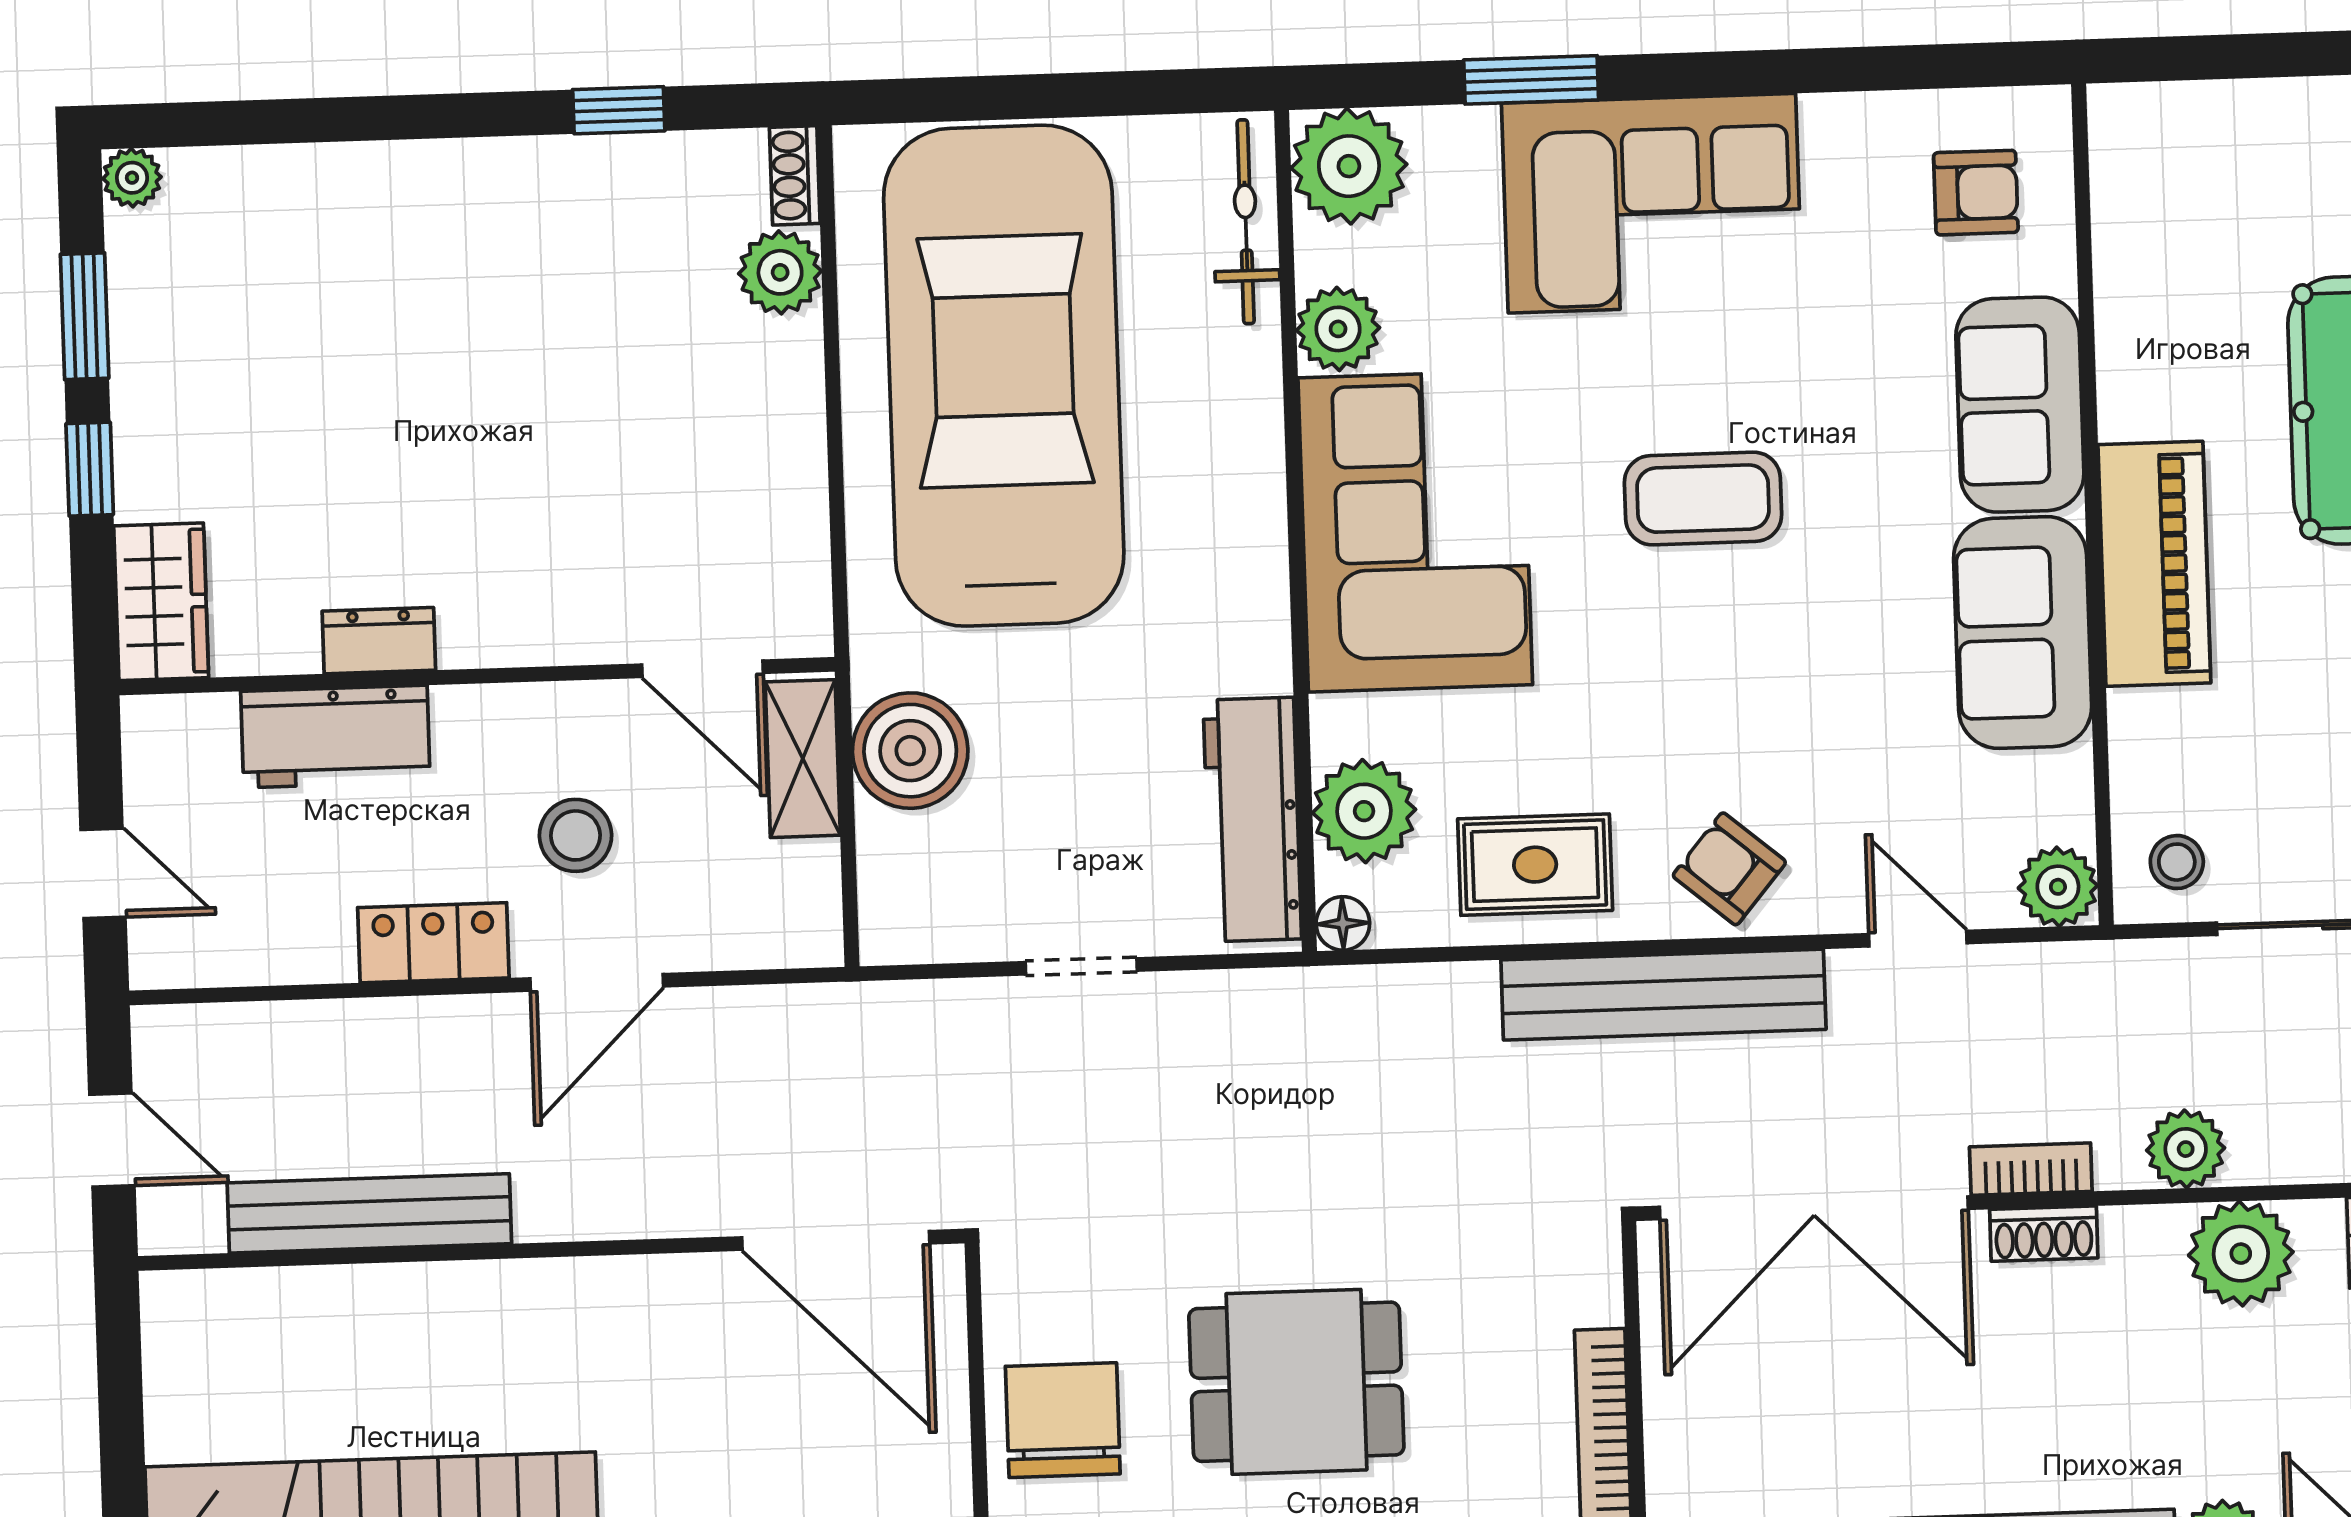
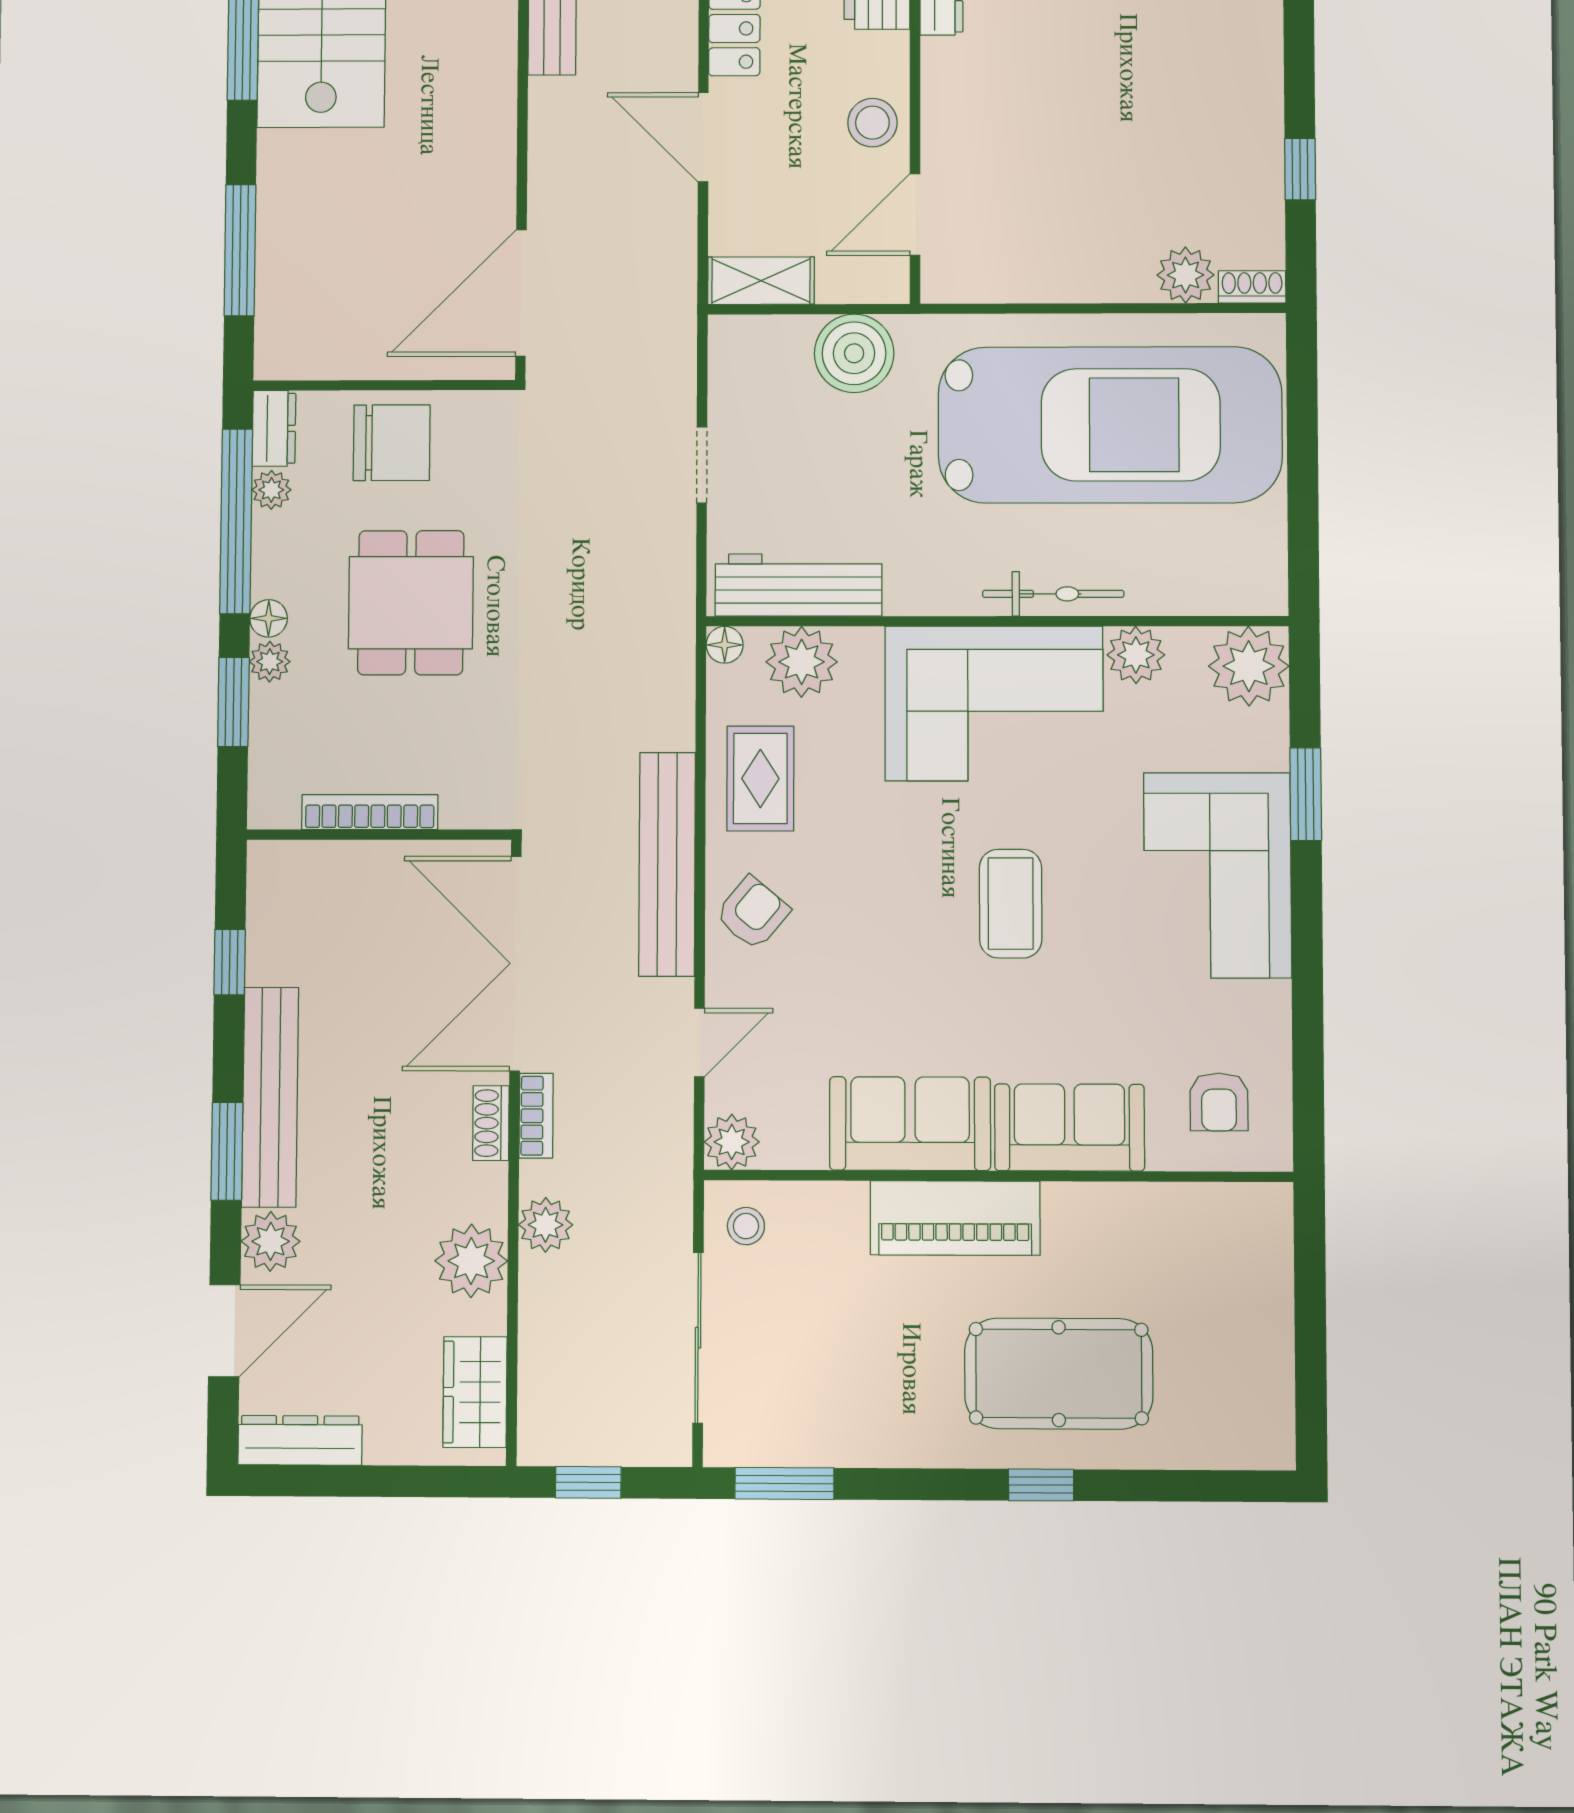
bicycle: (1246, 222) -> (1053, 594), moved
shelving: (803, 759) -> (761, 281), moved
stool: (576, 835) -> (872, 123), moved

